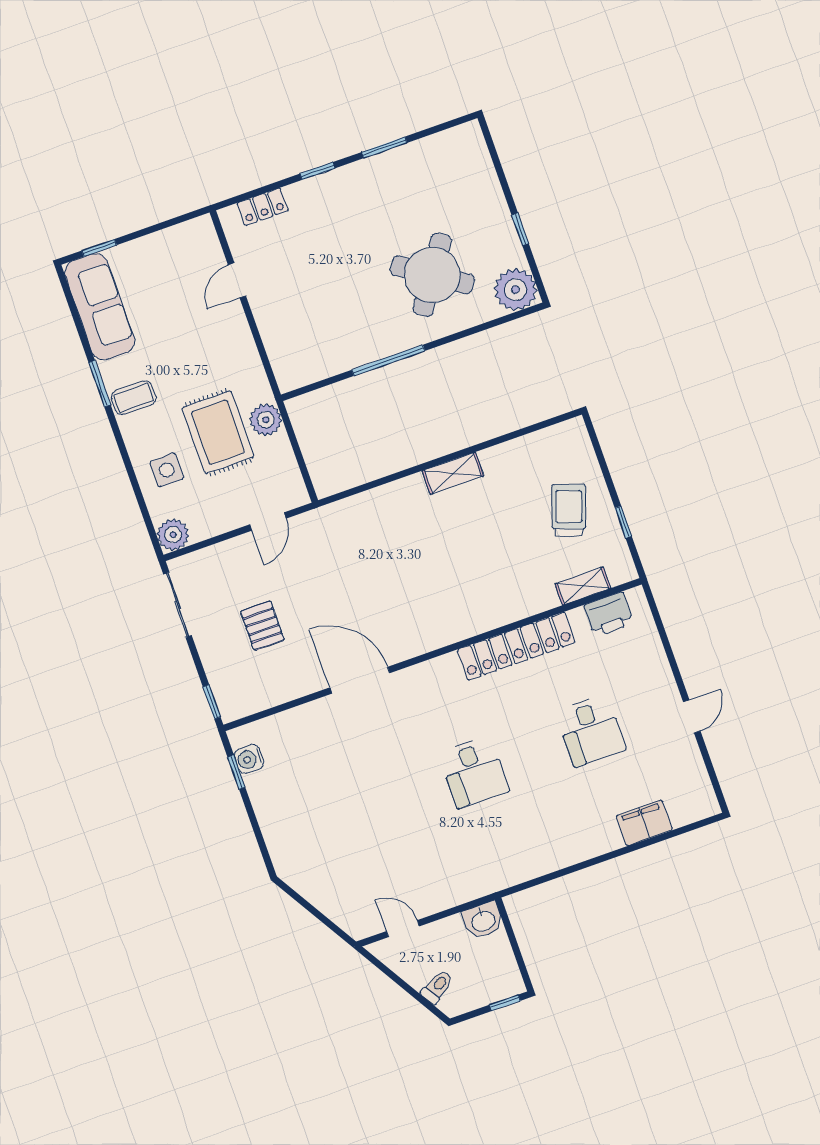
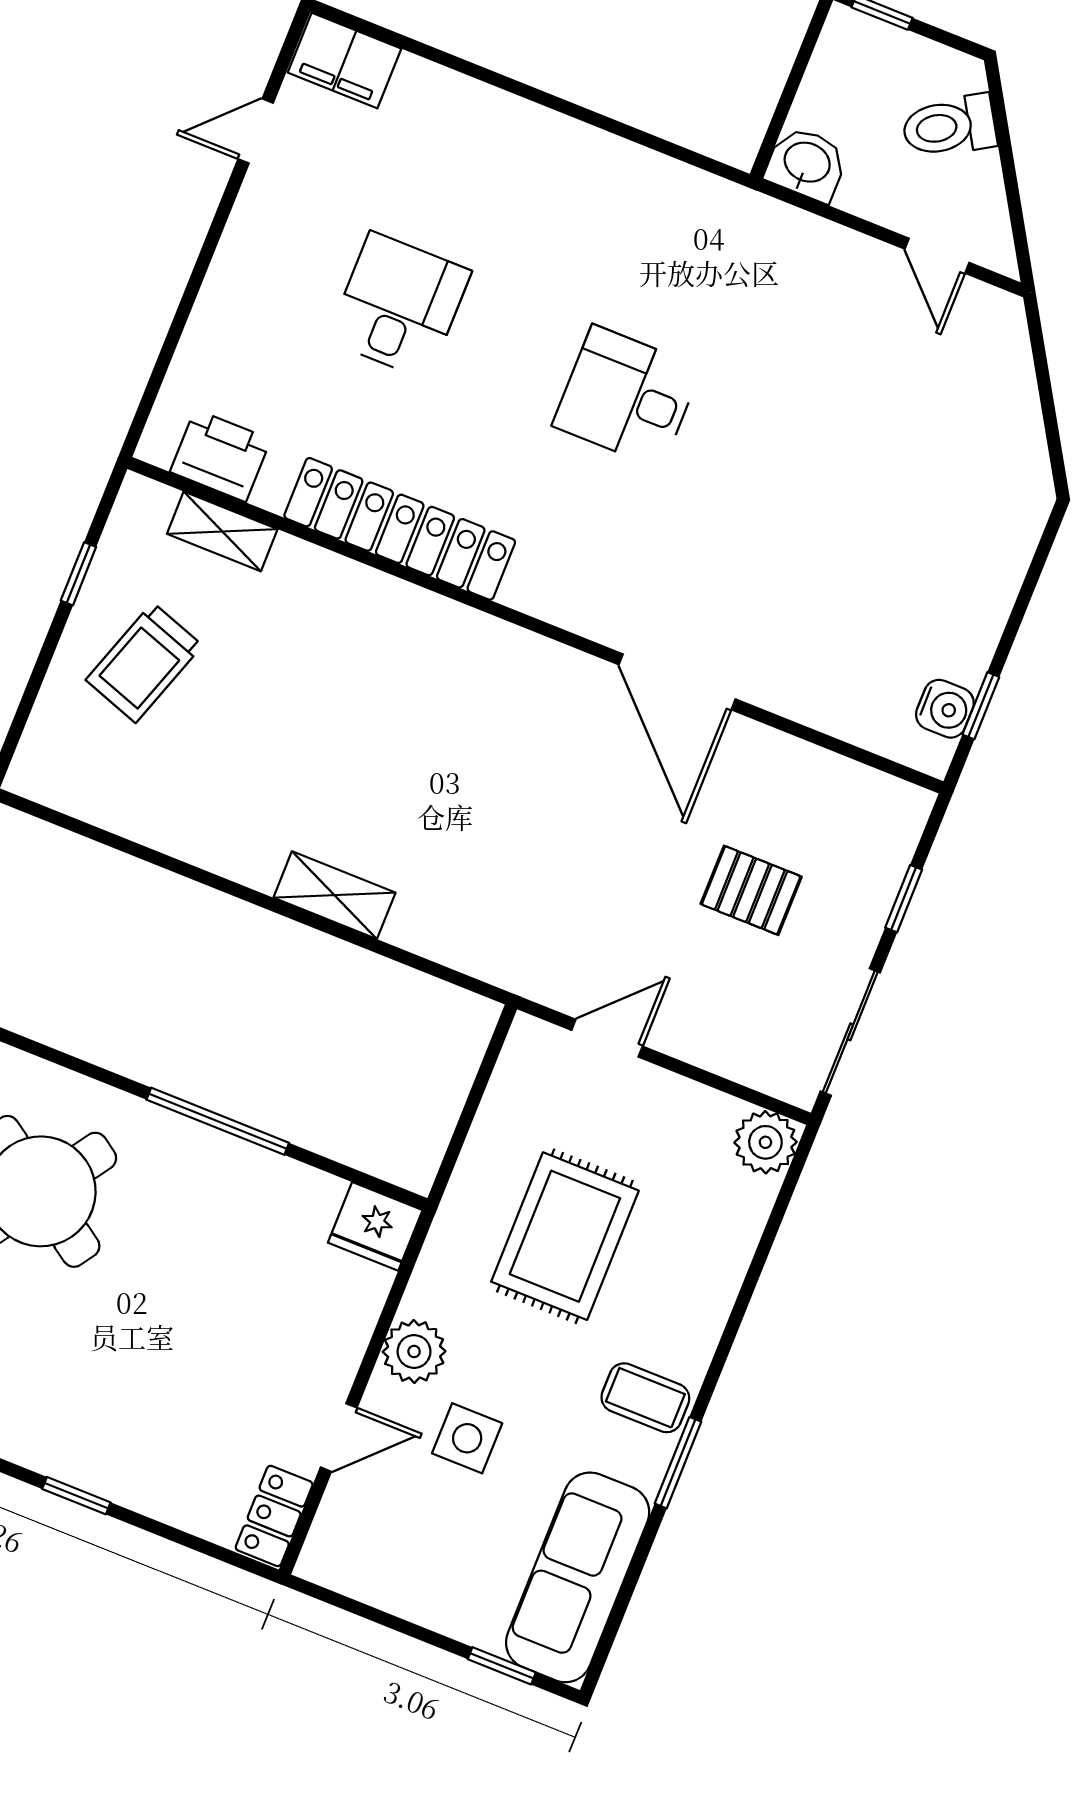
locker: (263, 207) -> (274, 1516), moved, turned -90
fridge: (293, 373) -> (375, 1226), added
plant: (266, 420) -> (414, 1351), moved
side table: (167, 470) -> (467, 1438), moved
shelving: (453, 473) -> (334, 895), moved
pallet: (262, 626) -> (751, 890), turned 90
window: (212, 702) -> (904, 899), moved
door: (692, 716) -> (256, 131), moved
desk: (474, 772) -> (627, 397), turned -90
filing cabinet: (644, 823) -> (344, 61), moved
toilet: (437, 987) -> (949, 126), width x1.37, depth x1.39

